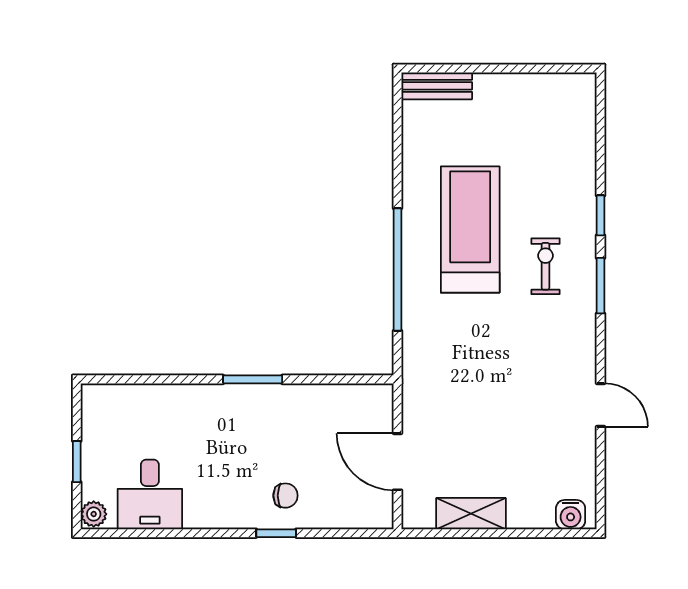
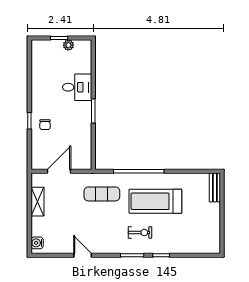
treadmill: (470, 229) -> (155, 201), turned 180
exercise mat: (453, 359) -> (102, 194), added
door: (600, 405) -> (83, 255), swing flipped
desk: (150, 494) -> (77, 87), moved, turned 180
plant: (94, 514) -> (68, 45), moved

